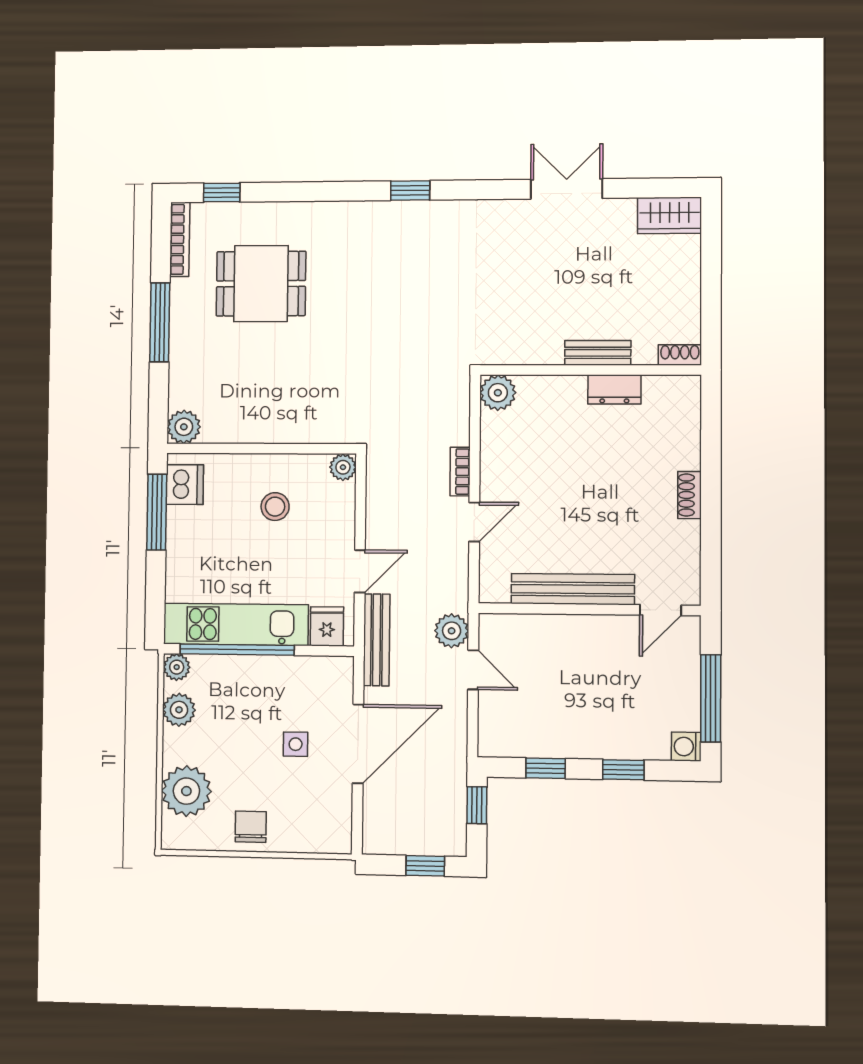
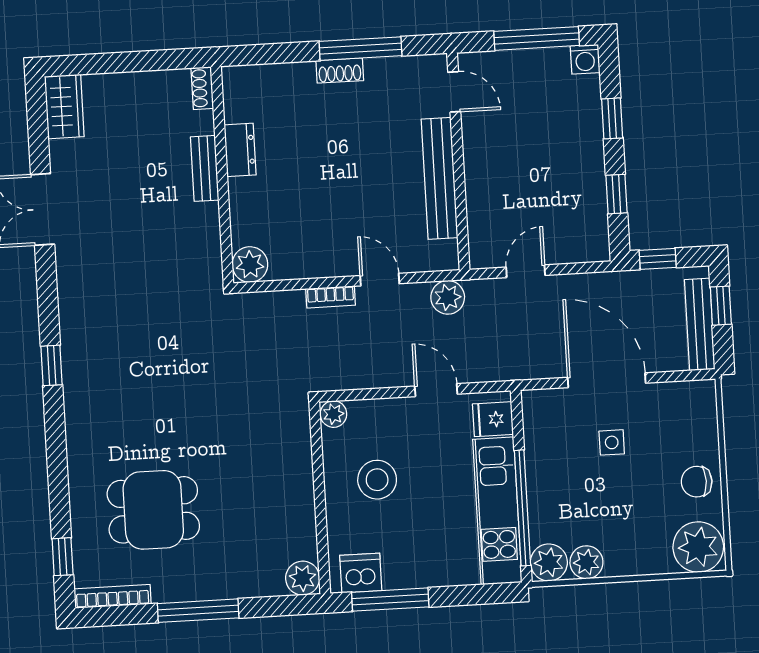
dining table: (261, 284) -> (153, 510), turned 90
stool: (275, 507) -> (377, 480), width x1.38, depth x1.38
window: (711, 518) -> (360, 49), added
plant: (452, 631) -> (448, 297), moved
bench: (377, 640) -> (700, 324), moved, turned 90
plant: (177, 667) -> (549, 562), width x1.38, depth x1.38
plant: (186, 791) -> (698, 547), moved

